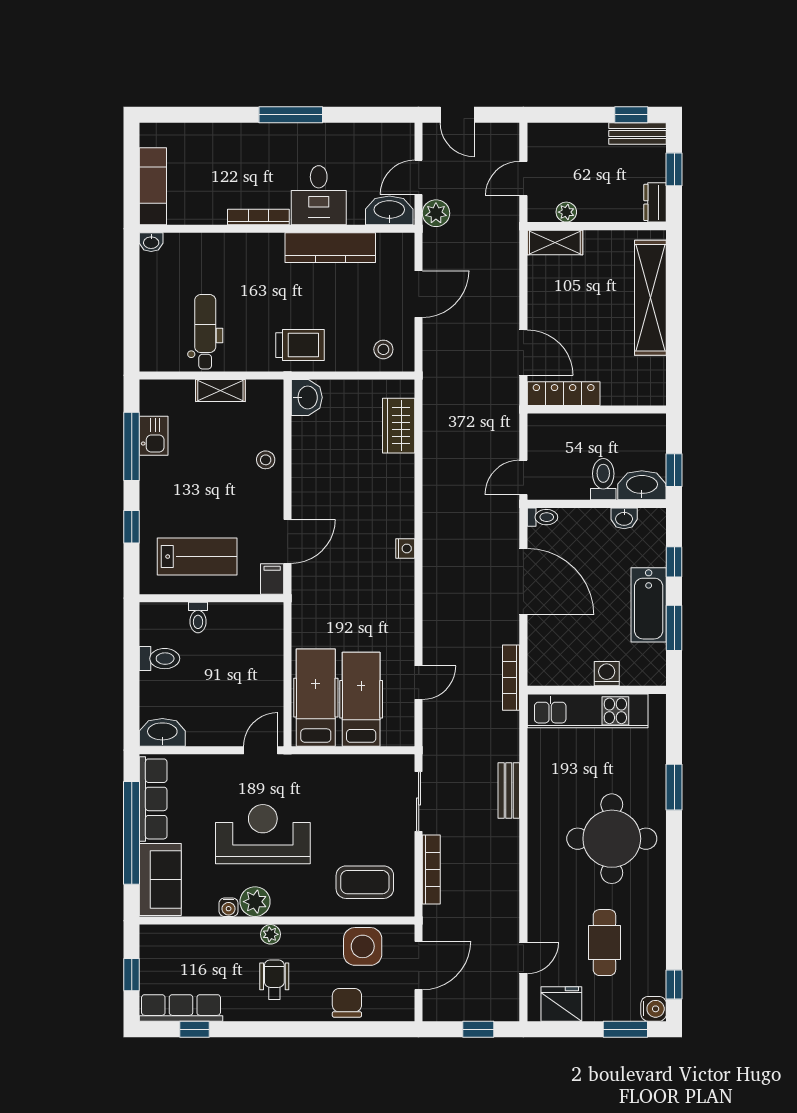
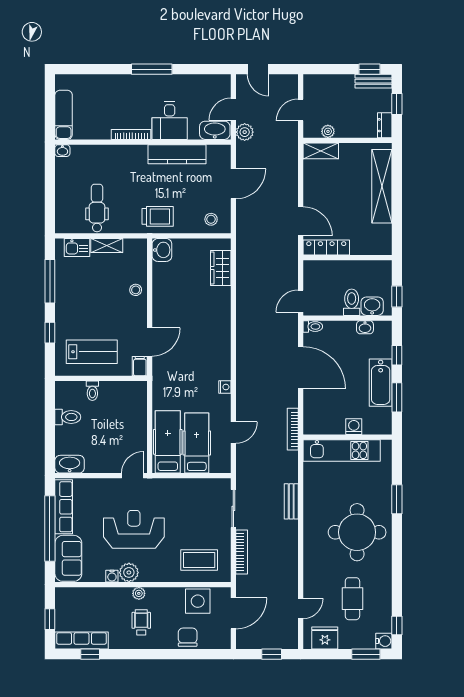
kitchen sink: (154, 436) -> (77, 248), moved, turned 90
washbasin: (642, 485) -> (372, 306), width x0.72
nightstand: (405, 548) -> (225, 387), moved

